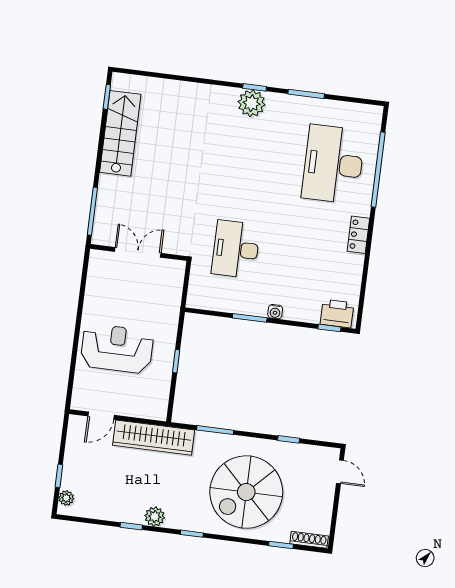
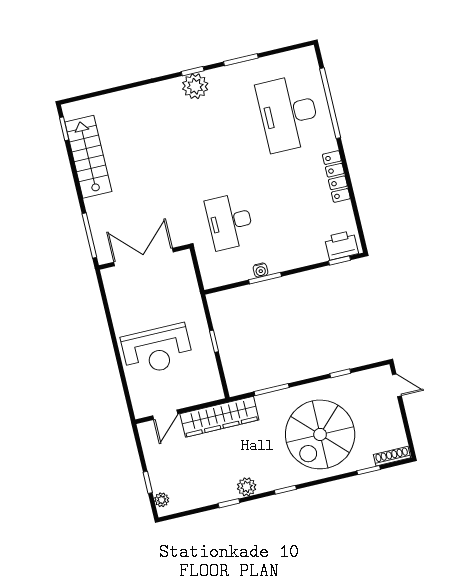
locker: (358, 235) -> (336, 177), width x1.53
double door: (138, 252) -> (144, 257), width x1.37
water cooler: (275, 312) -> (260, 270), moved
reception desk: (117, 349) -> (157, 350), turned 180

